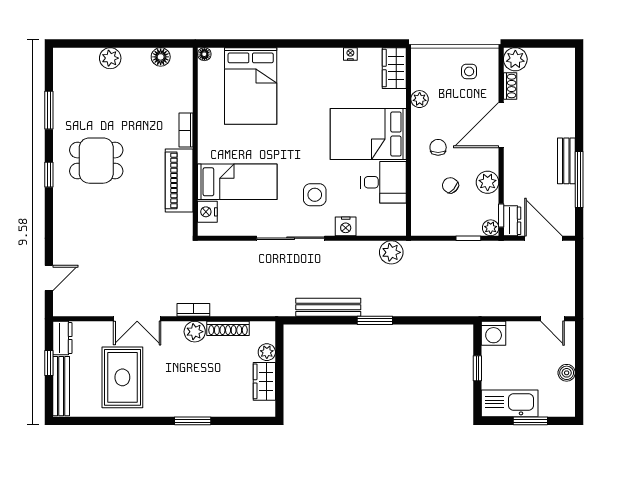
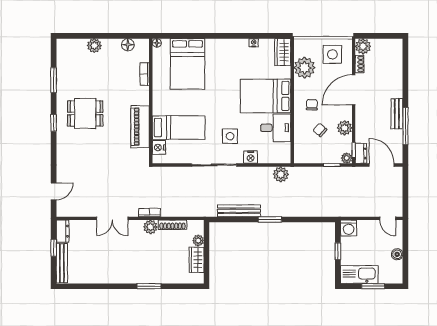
side table: (469, 71) -> (332, 54), width x1.87, depth x1.87
plant: (420, 99) -> (305, 68), width x1.88, depth x1.88
bookcase: (186, 130) -> (145, 74), moved
rug: (122, 377) -> (102, 257), removed

